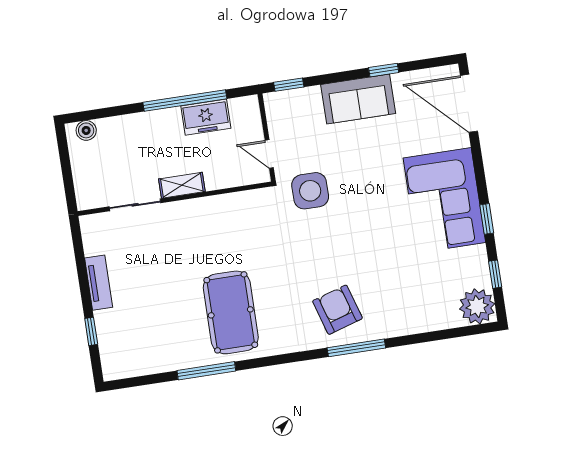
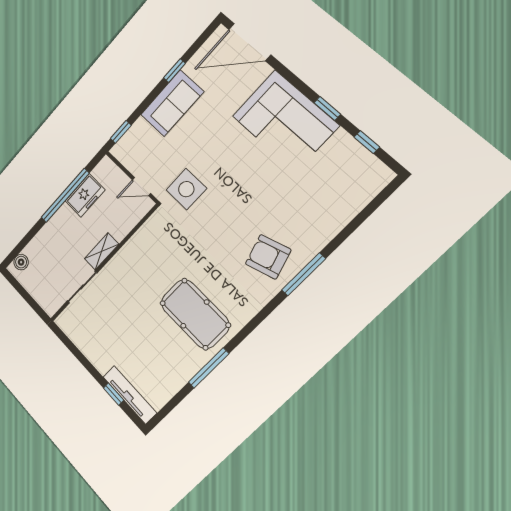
tv unit: (99, 283) -> (130, 395), moved, width x1.41
plant: (477, 306) -> (372, 176), removed

